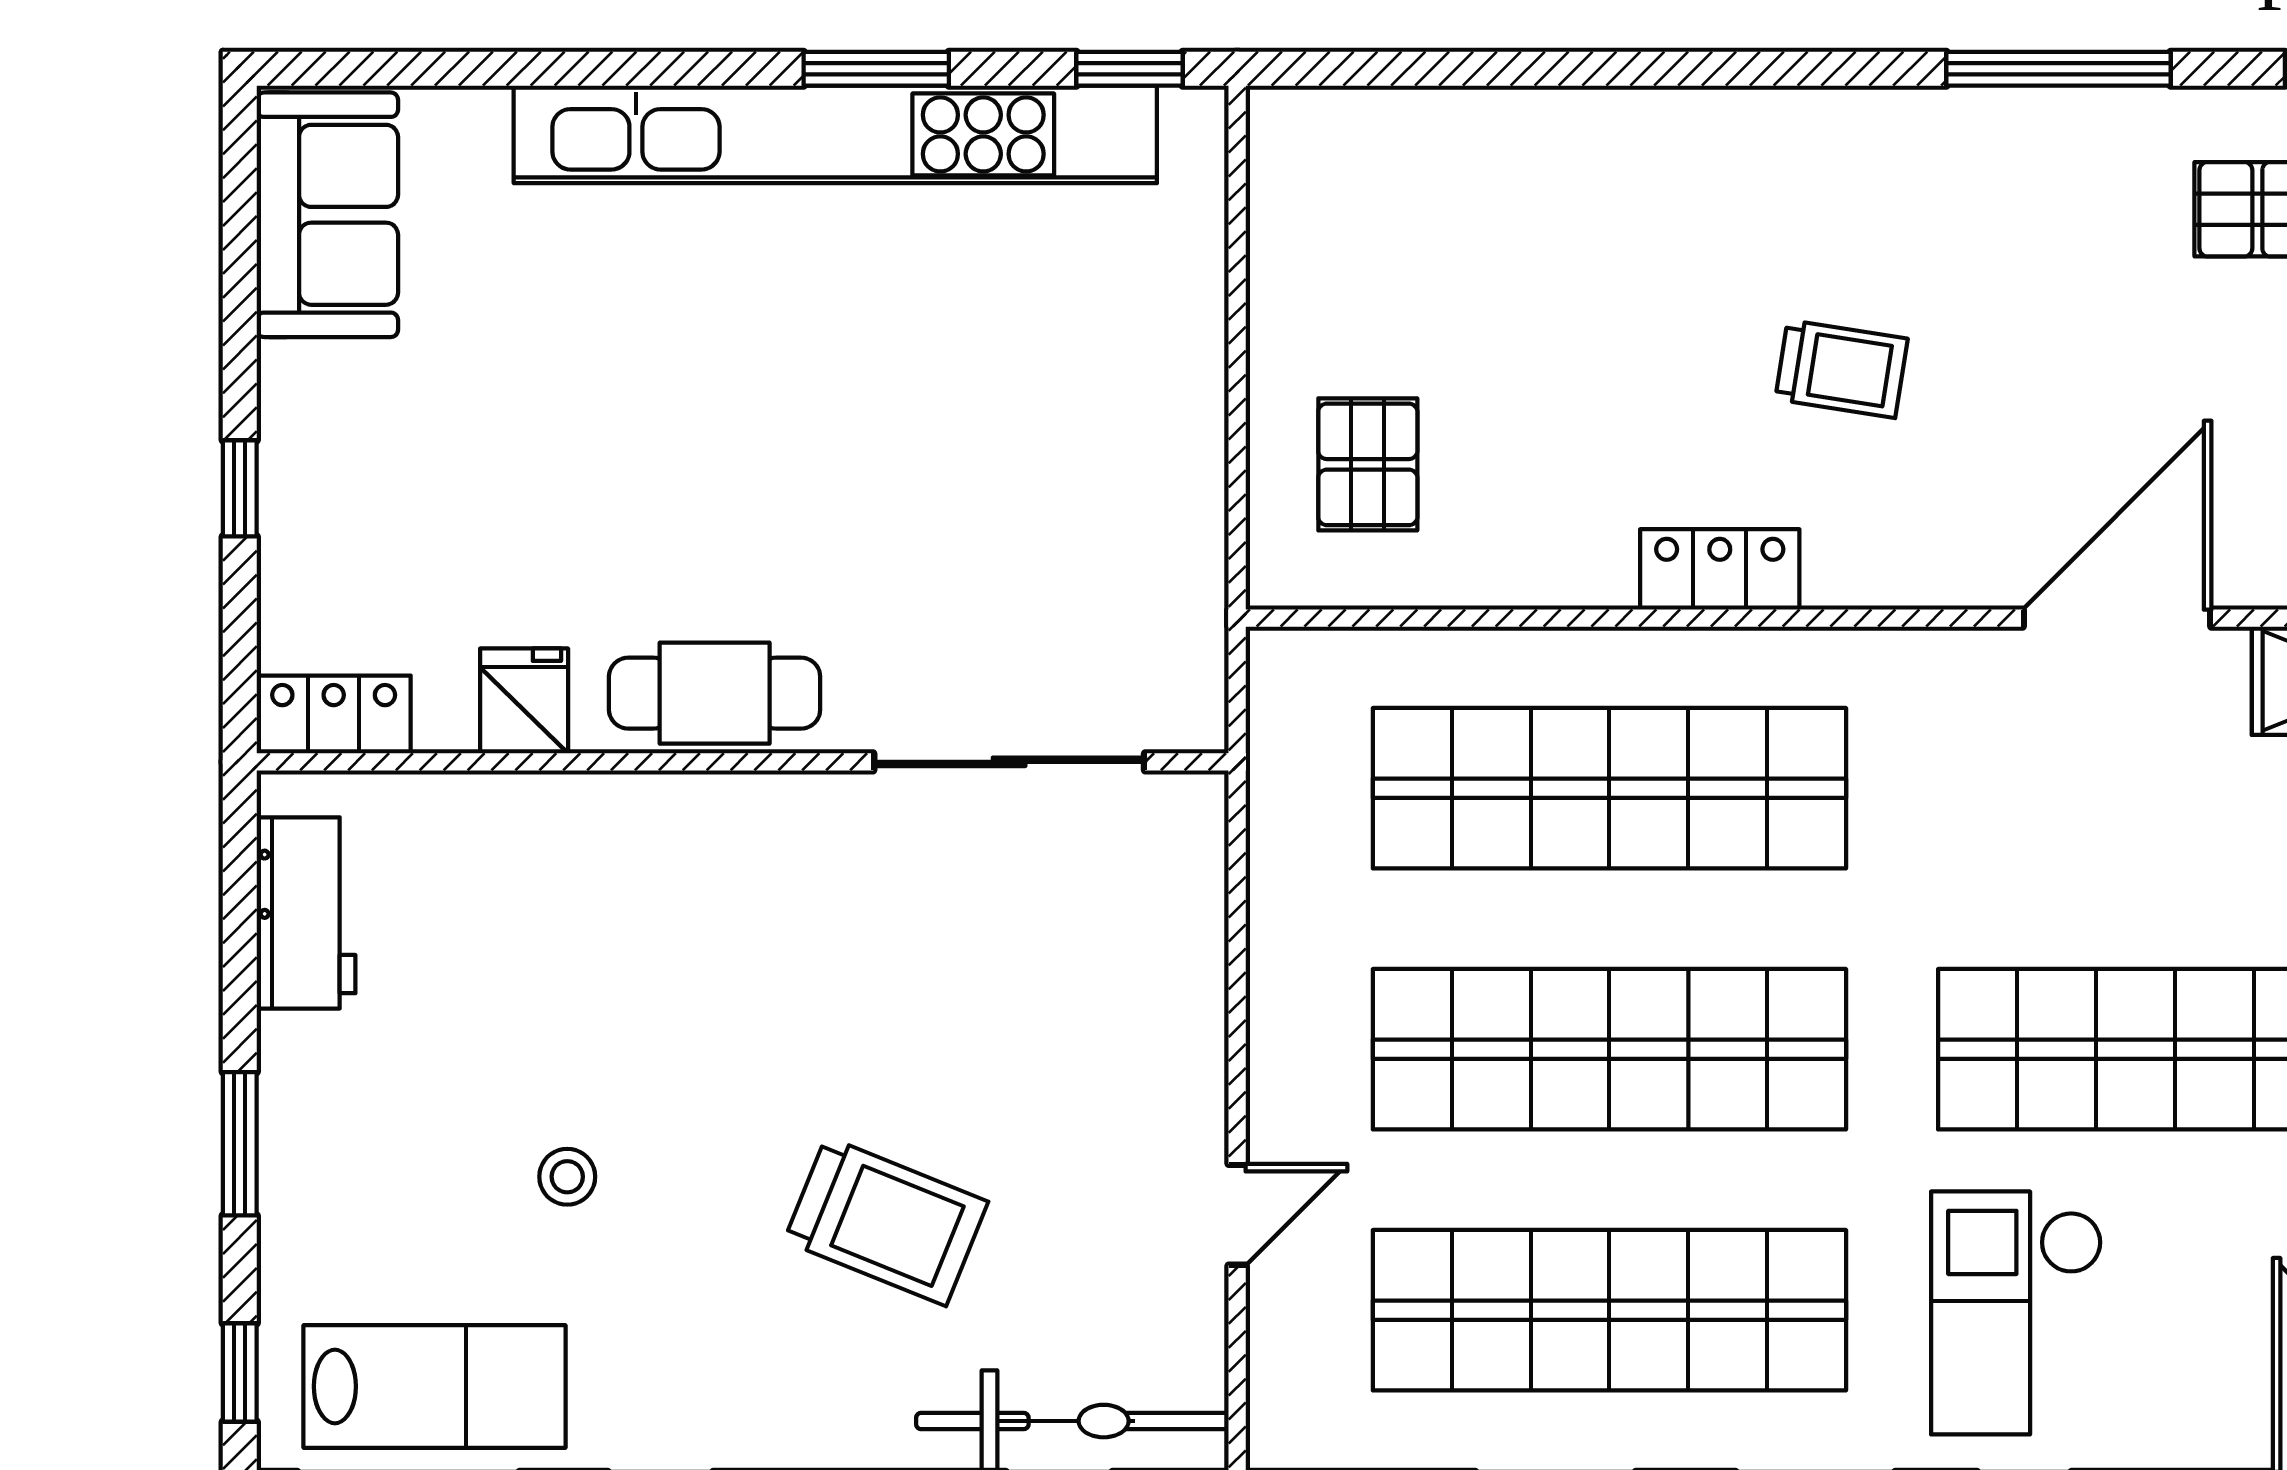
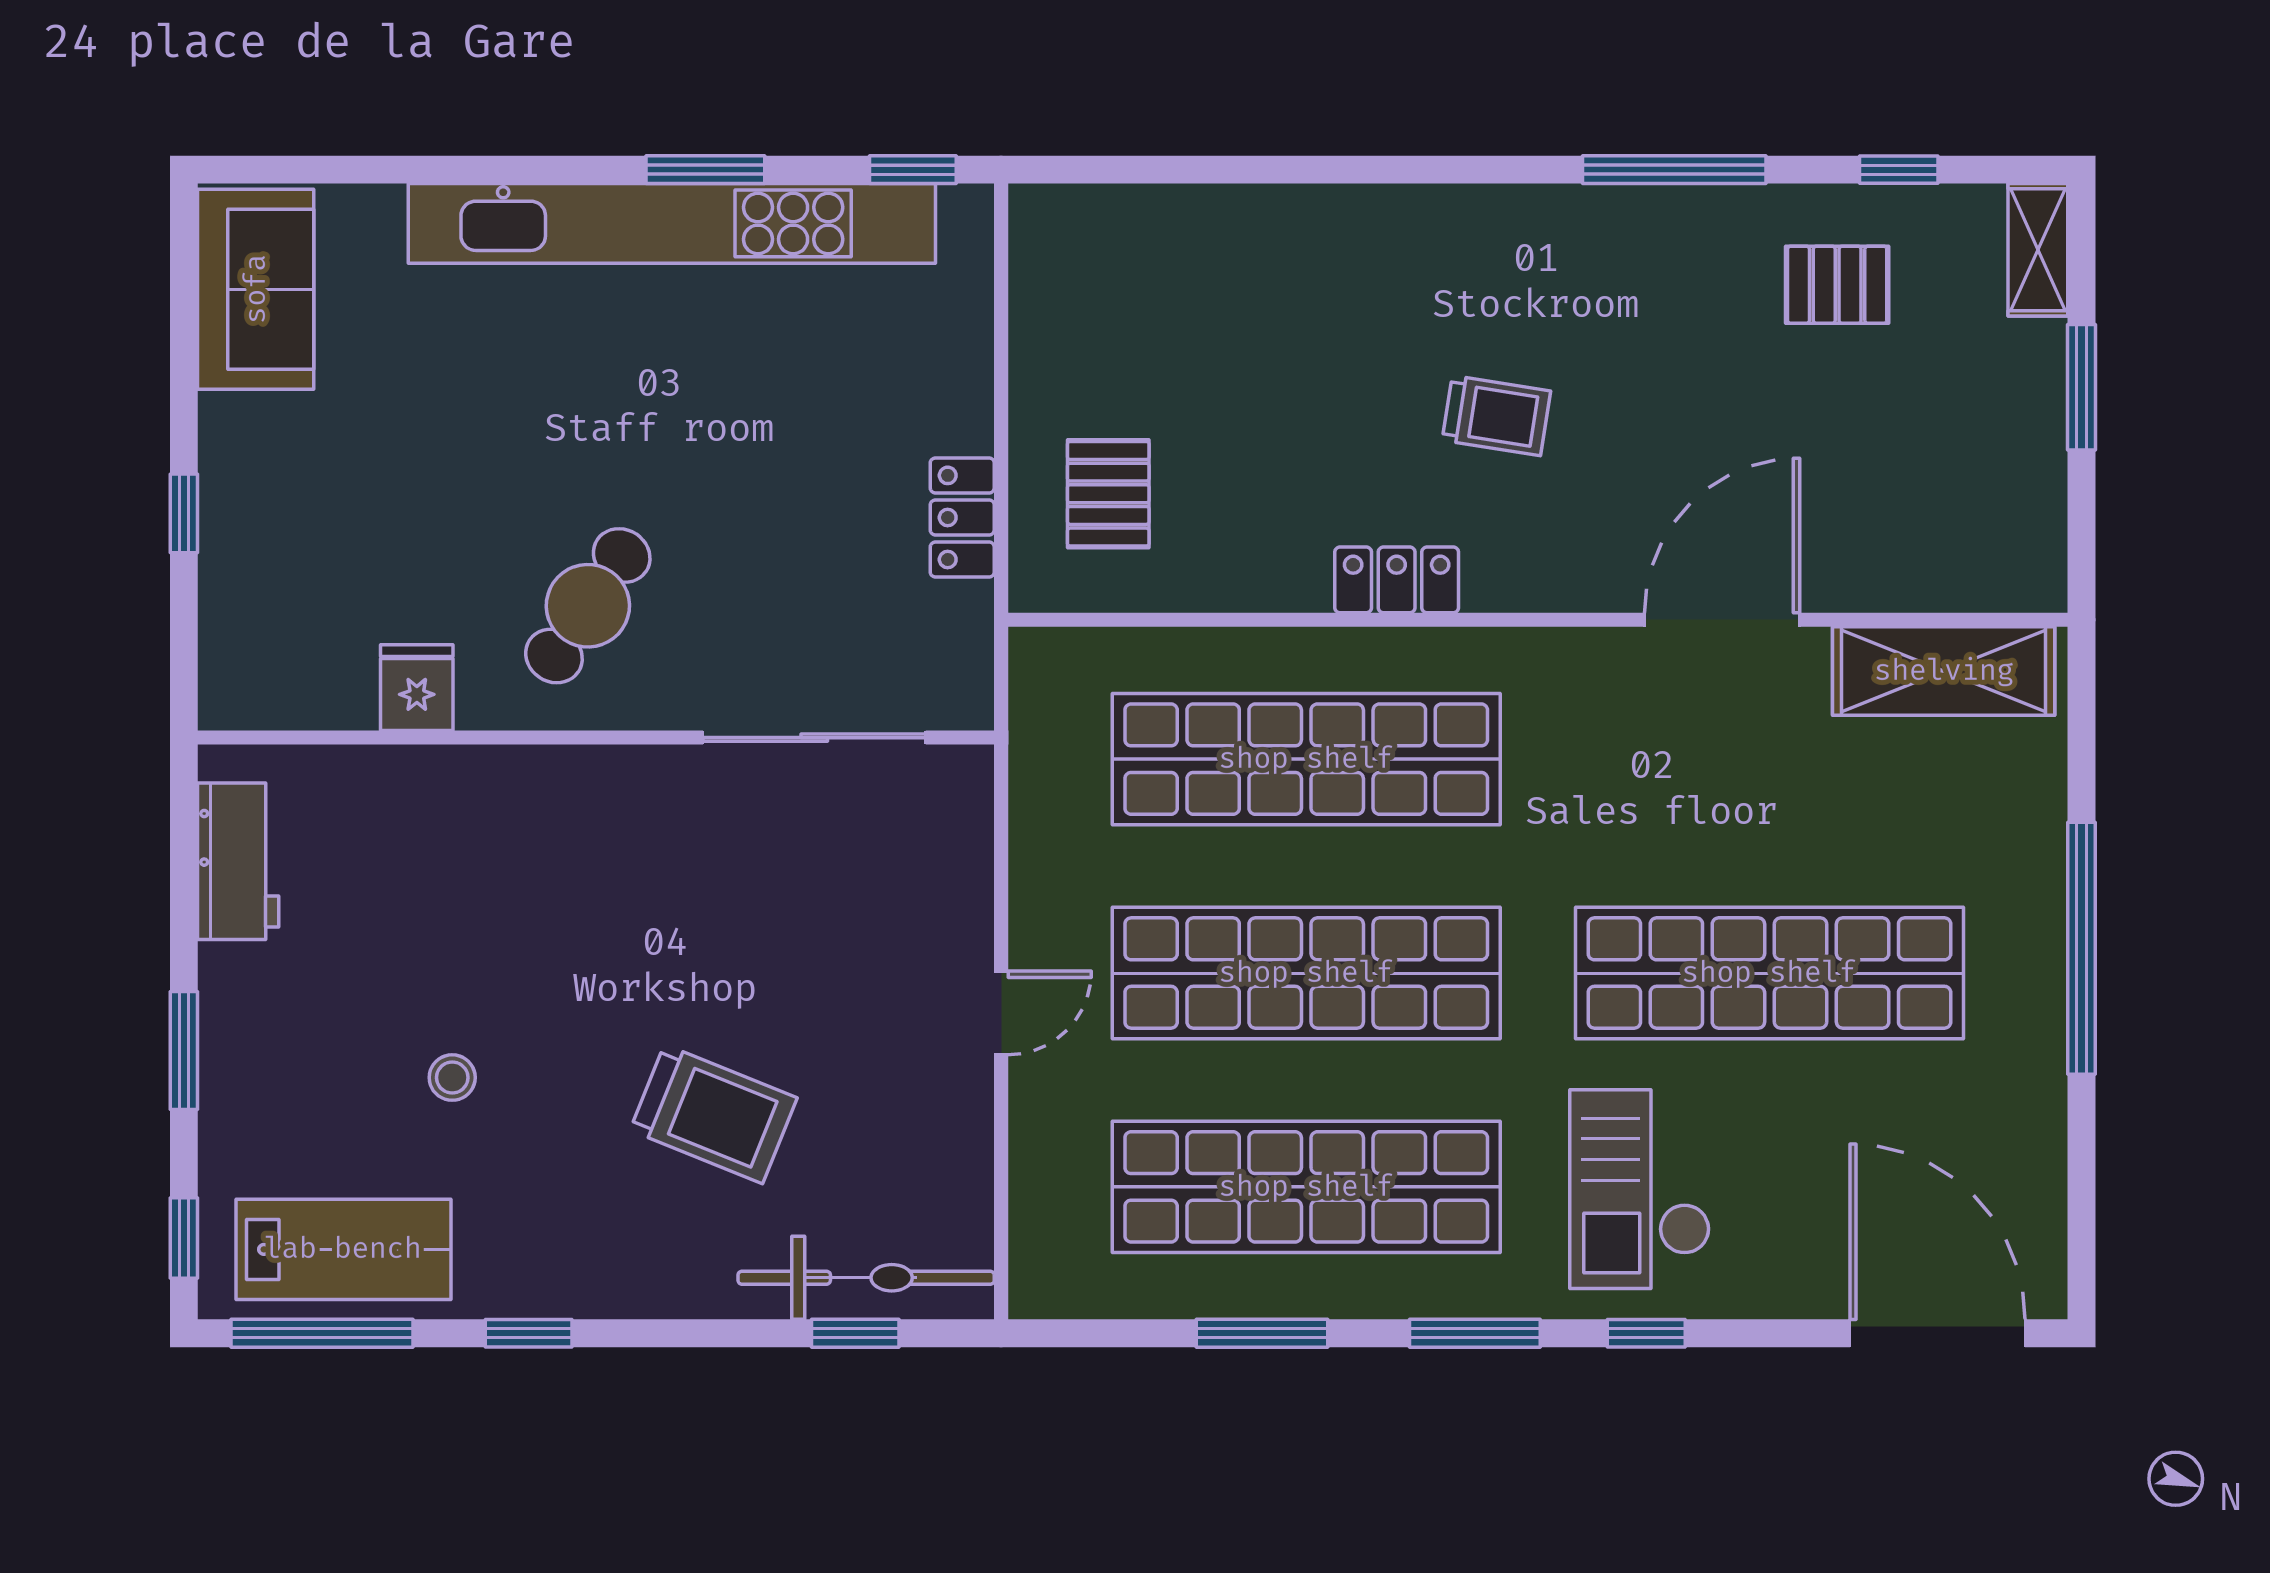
cafe table: (715, 693) -> (588, 606), moved, turned -56
locker: (334, 714) -> (962, 517), moved, turned -90
door: (1237, 1215) -> (1001, 1013), moved

